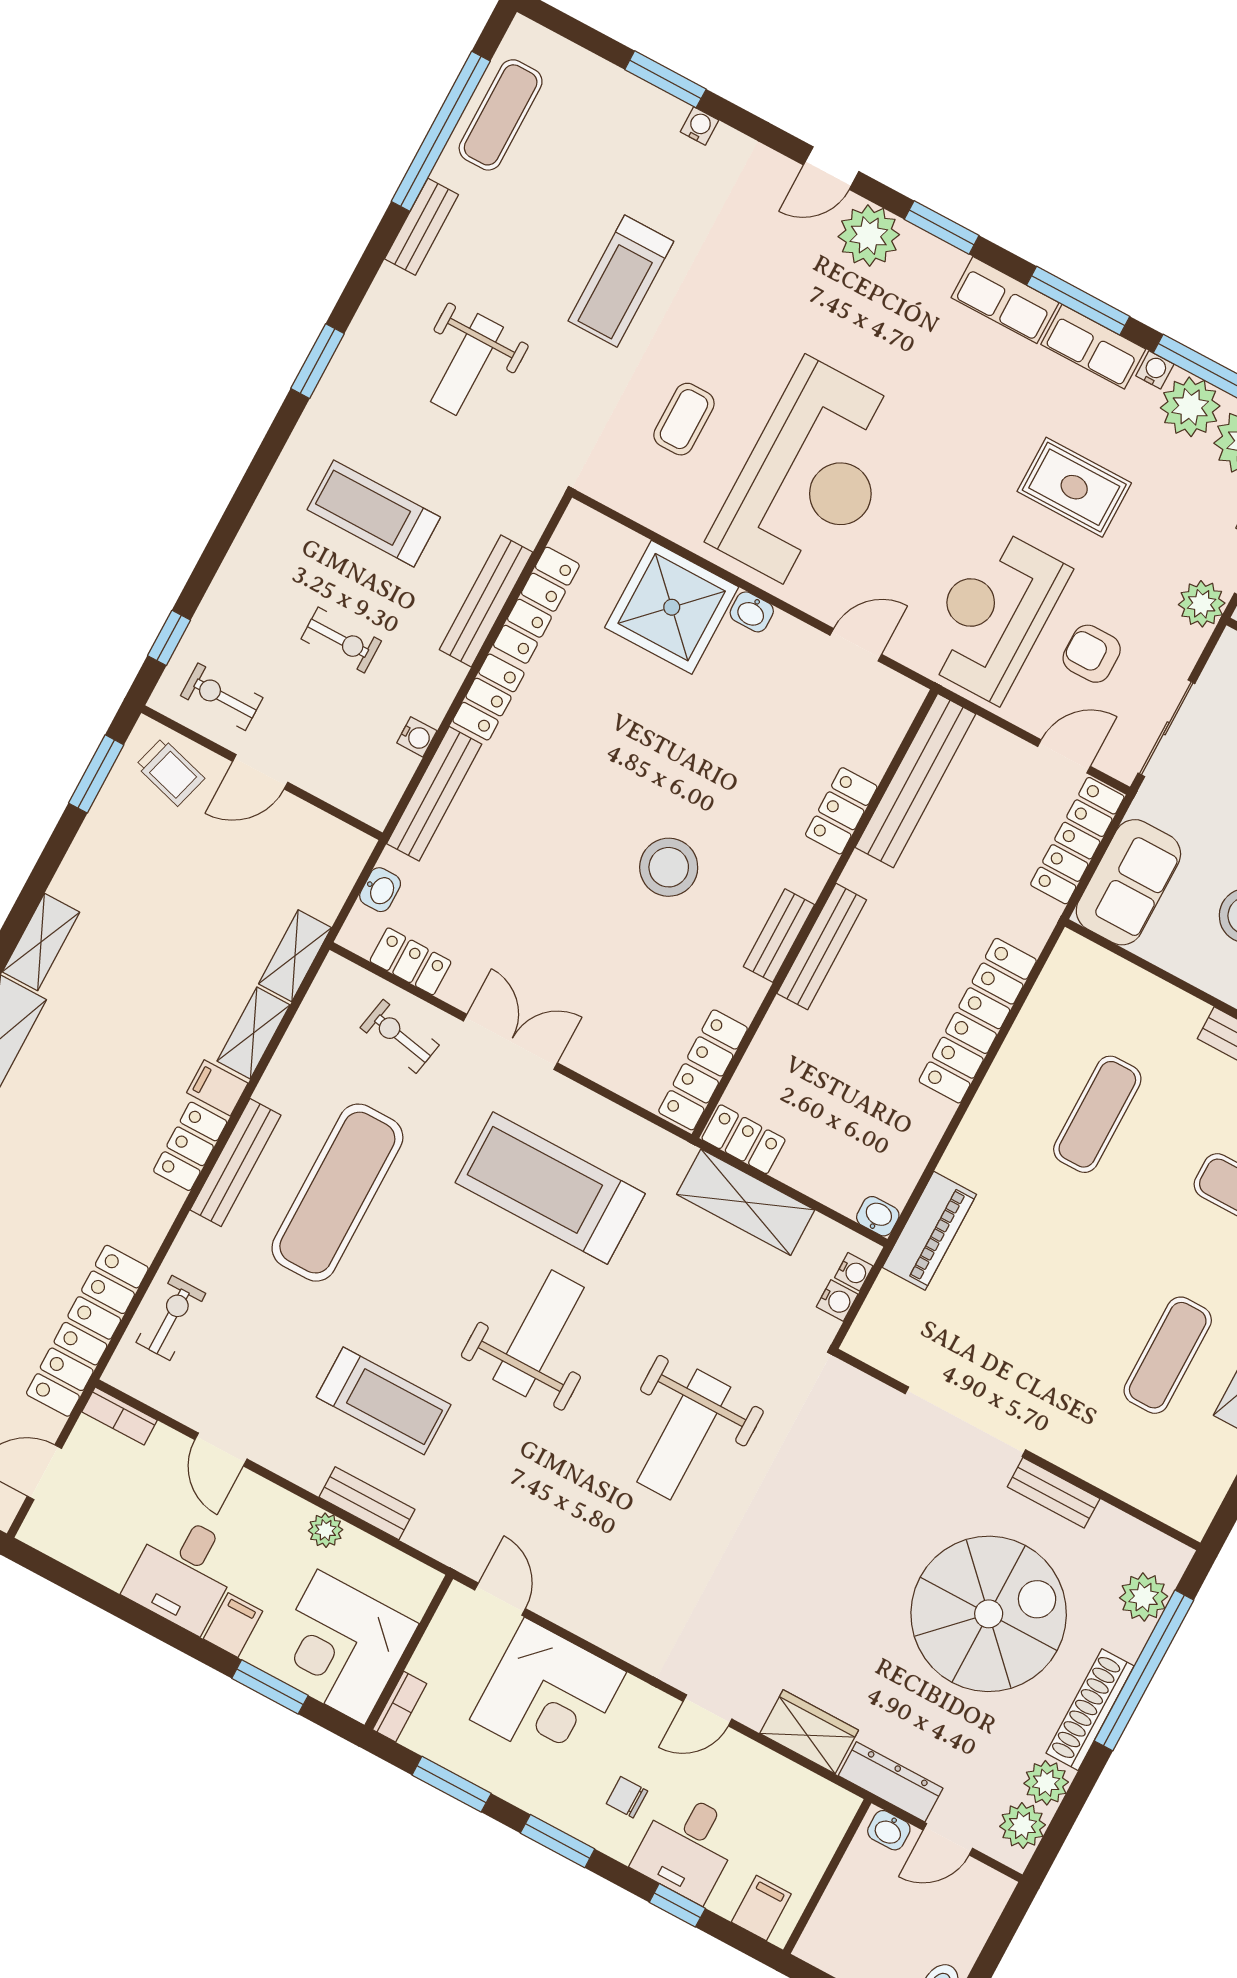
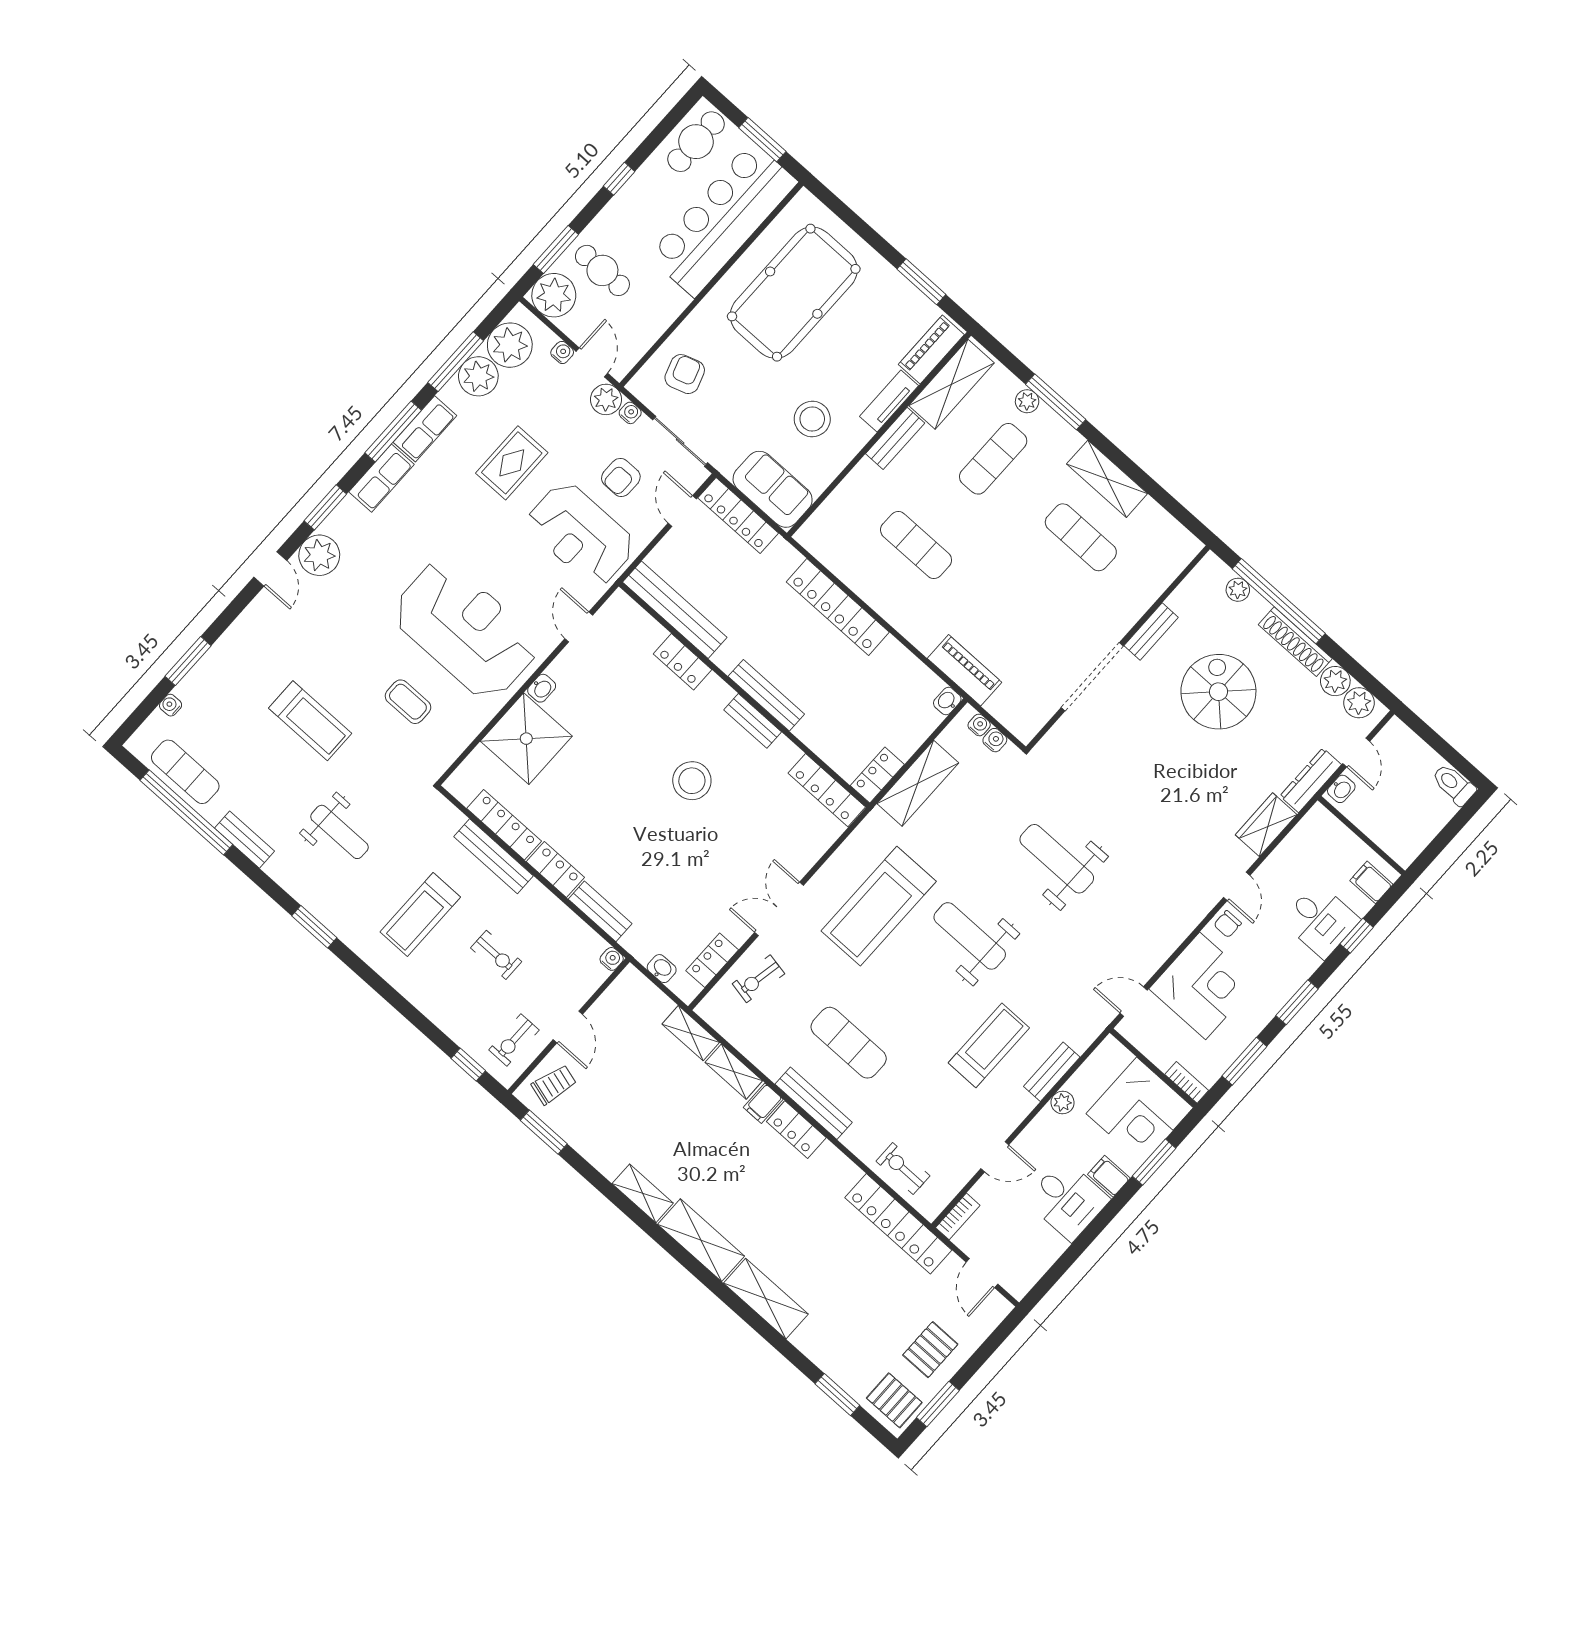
water cooler: (699, 126) -> (171, 705), moved
water cooler: (1155, 370) -> (630, 413), moved, turned 90
exercise bike: (341, 640) -> (496, 955), turned 90
water cooler: (417, 737) -> (612, 959), moved
bench: (434, 794) -> (600, 911), width x0.73
exercise mat: (337, 1193) -> (849, 1043), width x0.73, depth x0.69
weight bench: (684, 1435) -> (1057, 859), turned 180
plant: (1144, 1597) -> (1238, 590), width x0.73, depth x0.73
spiral stairs: (989, 1614) -> (1218, 692), width x0.73, depth x0.73
chair: (627, 1797) -> (1228, 924), moved

